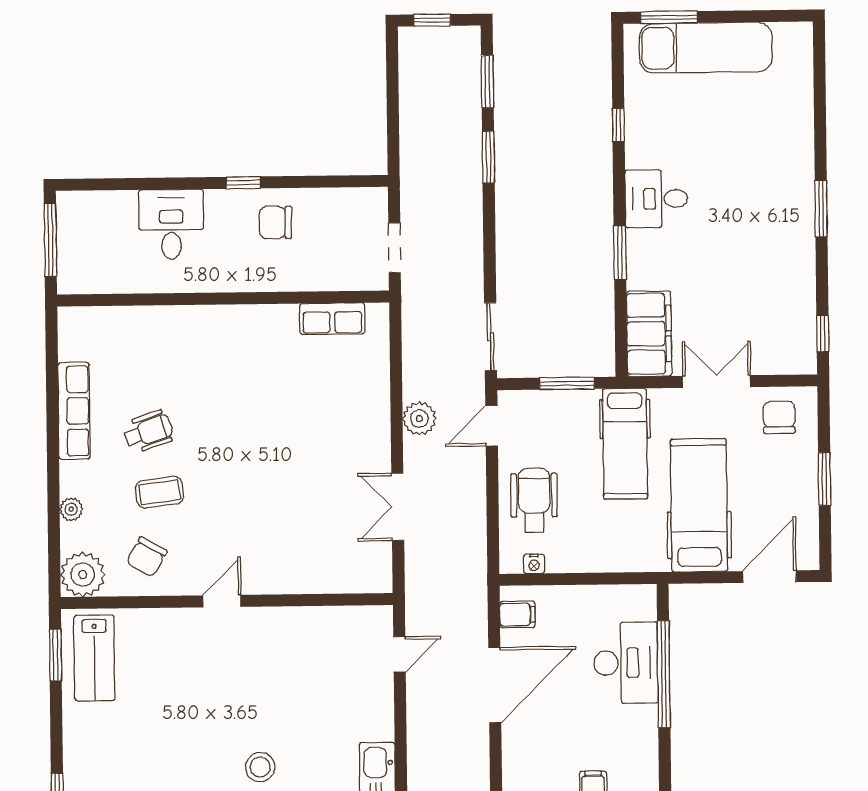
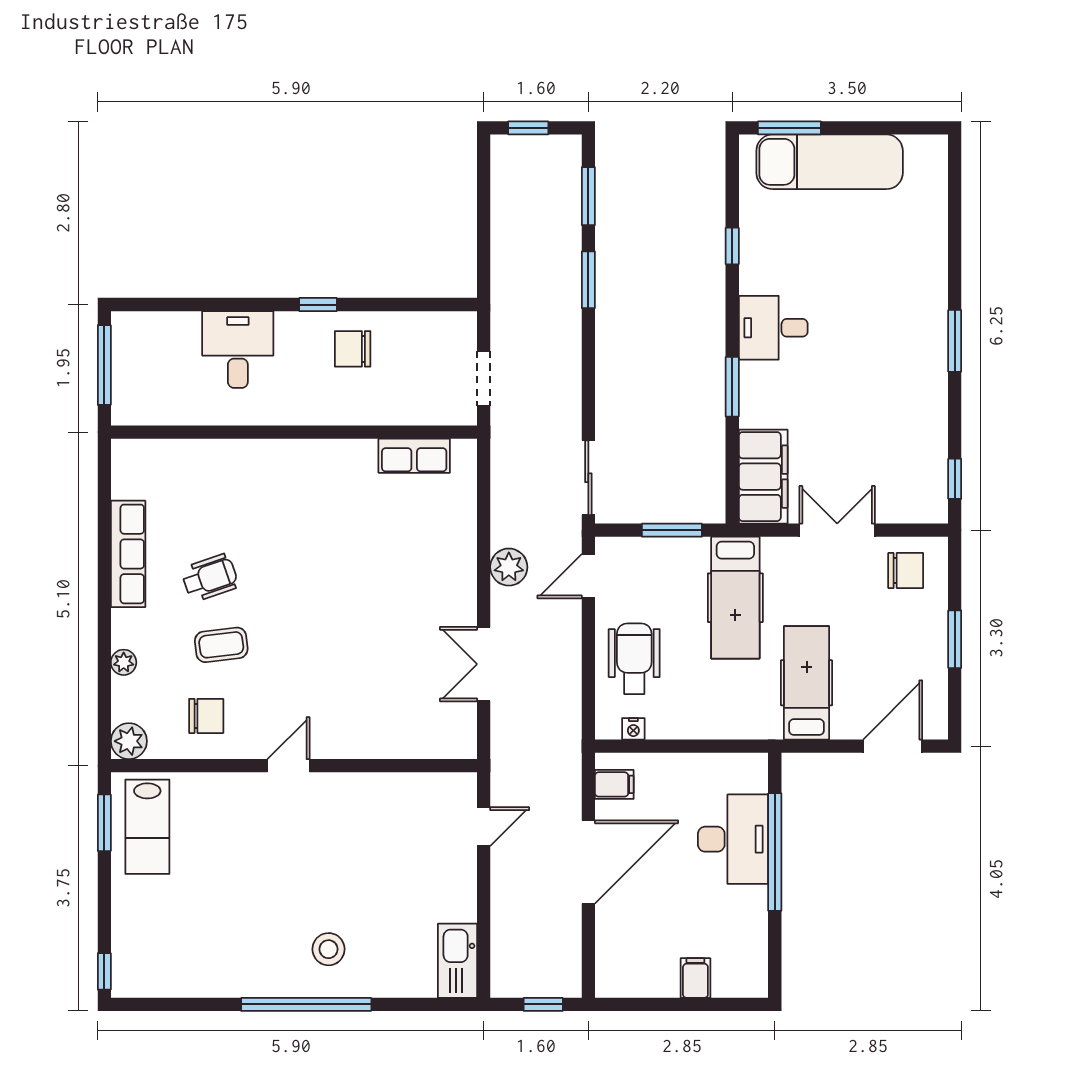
chair: (779, 417) -> (906, 571), turned 90
hospital bed: (699, 505) -> (807, 683), width x0.73, depth x0.78
chair: (147, 557) -> (206, 716), turned -120
plant: (83, 575) -> (129, 741), width x0.73, depth x0.73

